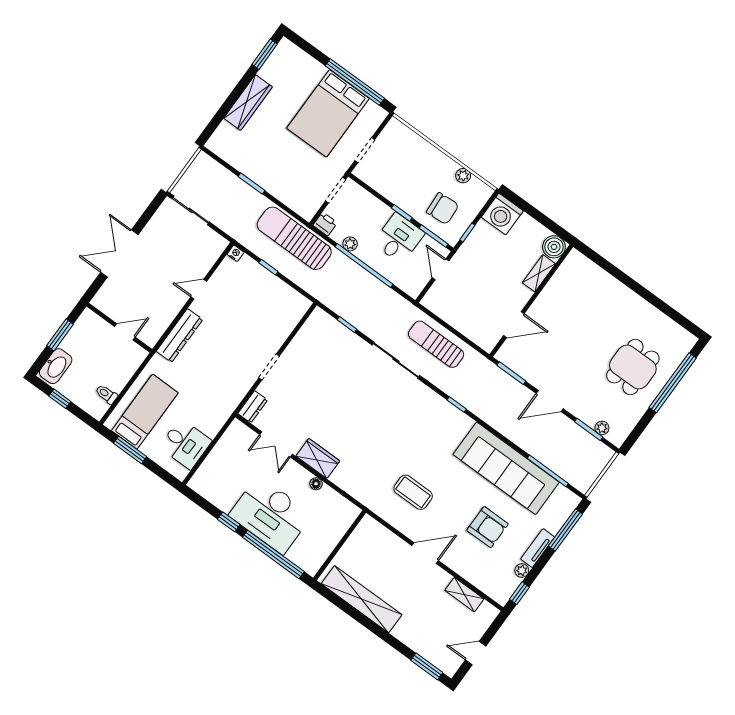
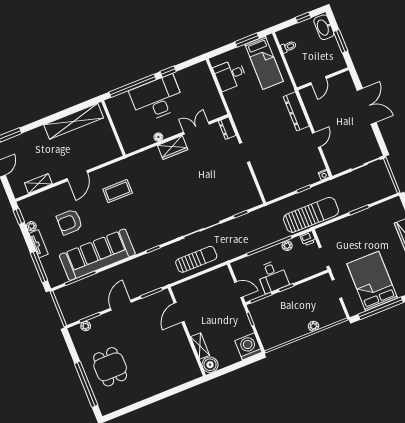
plant: (463, 176) -> (314, 326), moved
chair: (443, 209) -> (274, 313), removed

